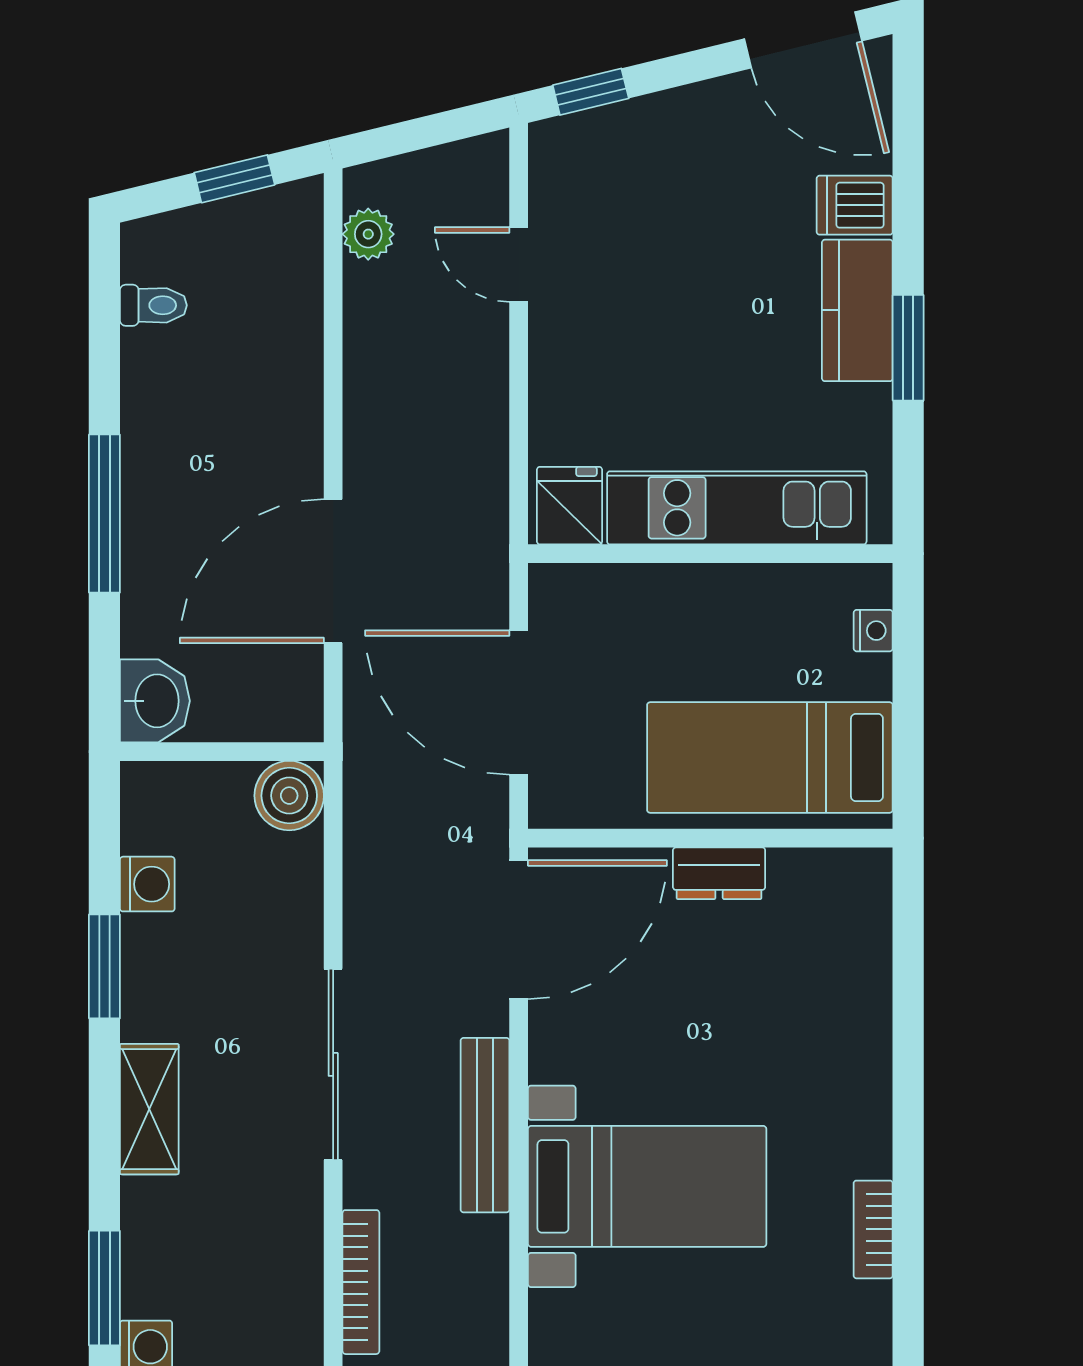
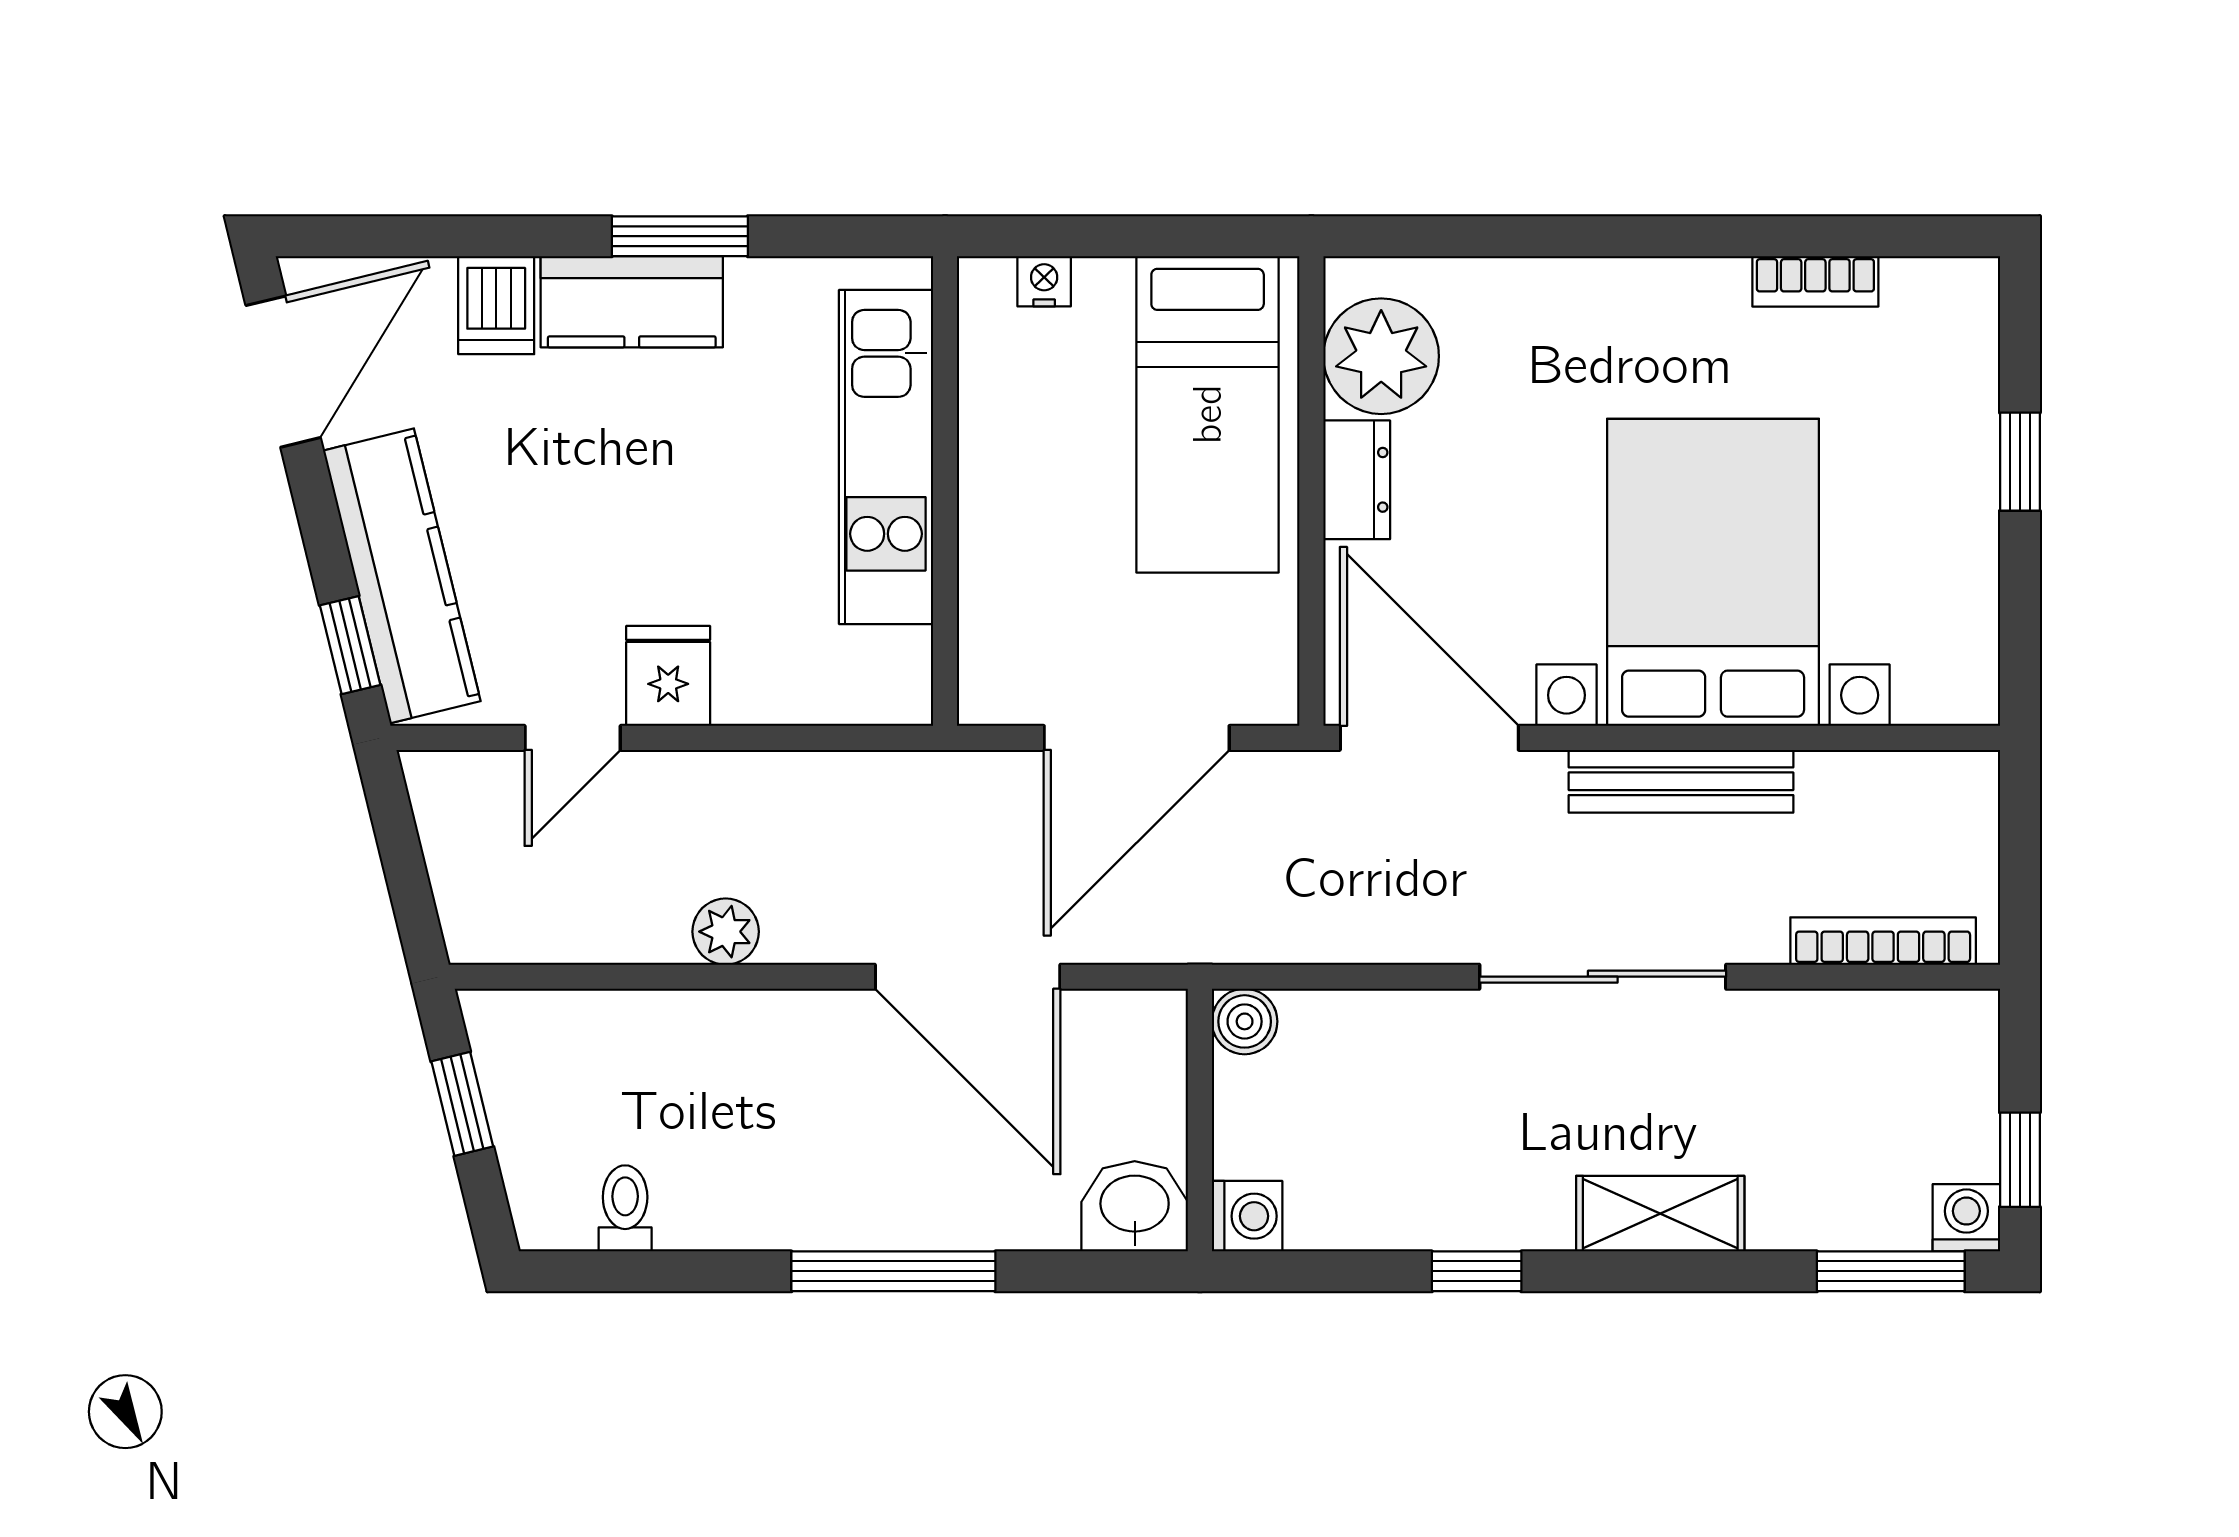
kitchen counter: (644, 132) -> (402, 576), added
plant: (368, 234) -> (726, 932), moved
fridge: (570, 506) -> (668, 676), moved, turned 90
boiler: (289, 796) -> (1245, 1021), width x0.73, depth x0.73
washing machine: (147, 884) -> (1247, 1216), moved, turned 90
plant: (815, 892) -> (1381, 356), added
window: (104, 966) -> (1477, 1271), width x0.67
bed with nightstands: (647, 1186) -> (1713, 572), width x1.36

